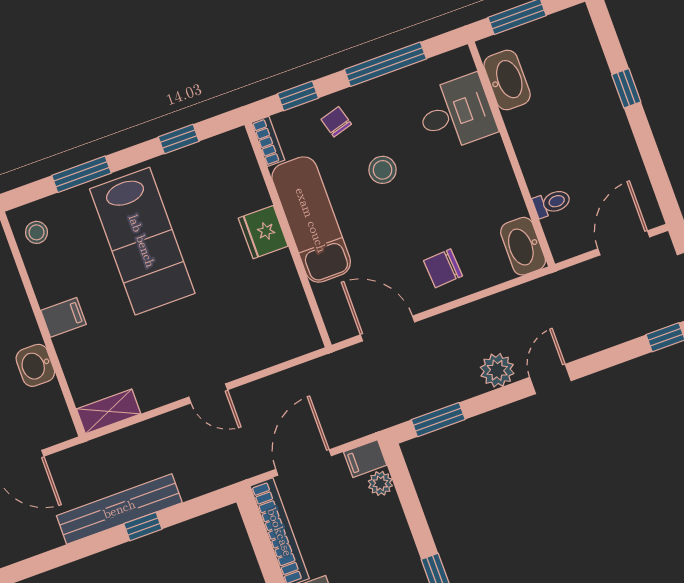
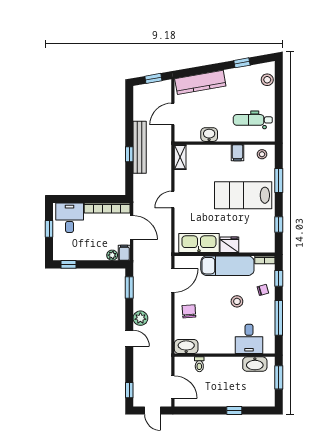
kitchen sink: (284, 301) -> (199, 243), added
filing cabinet: (63, 317) -> (237, 153), moved

